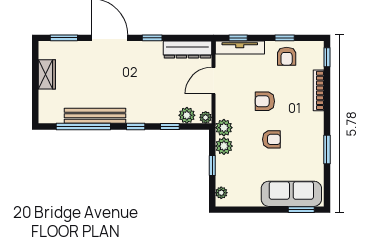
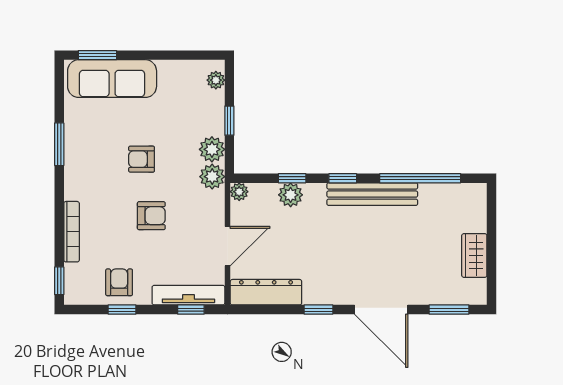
plant: (187, 115) -> (291, 195), moved
bench: (95, 116) -> (372, 194), moved

